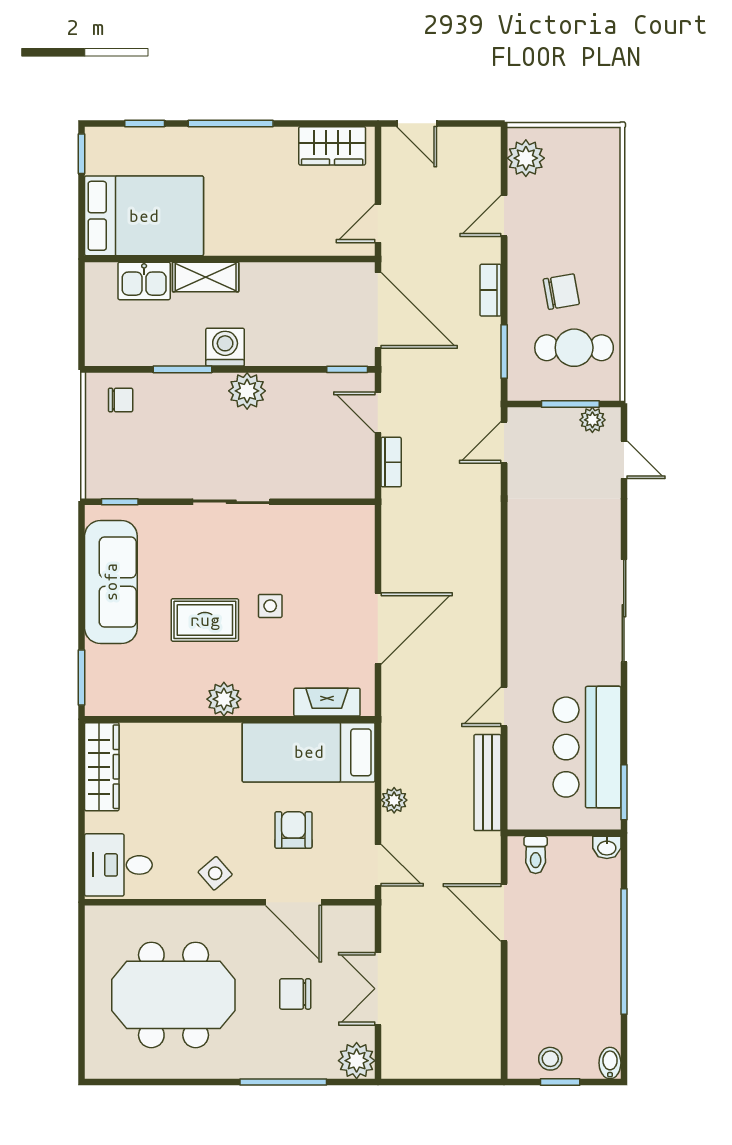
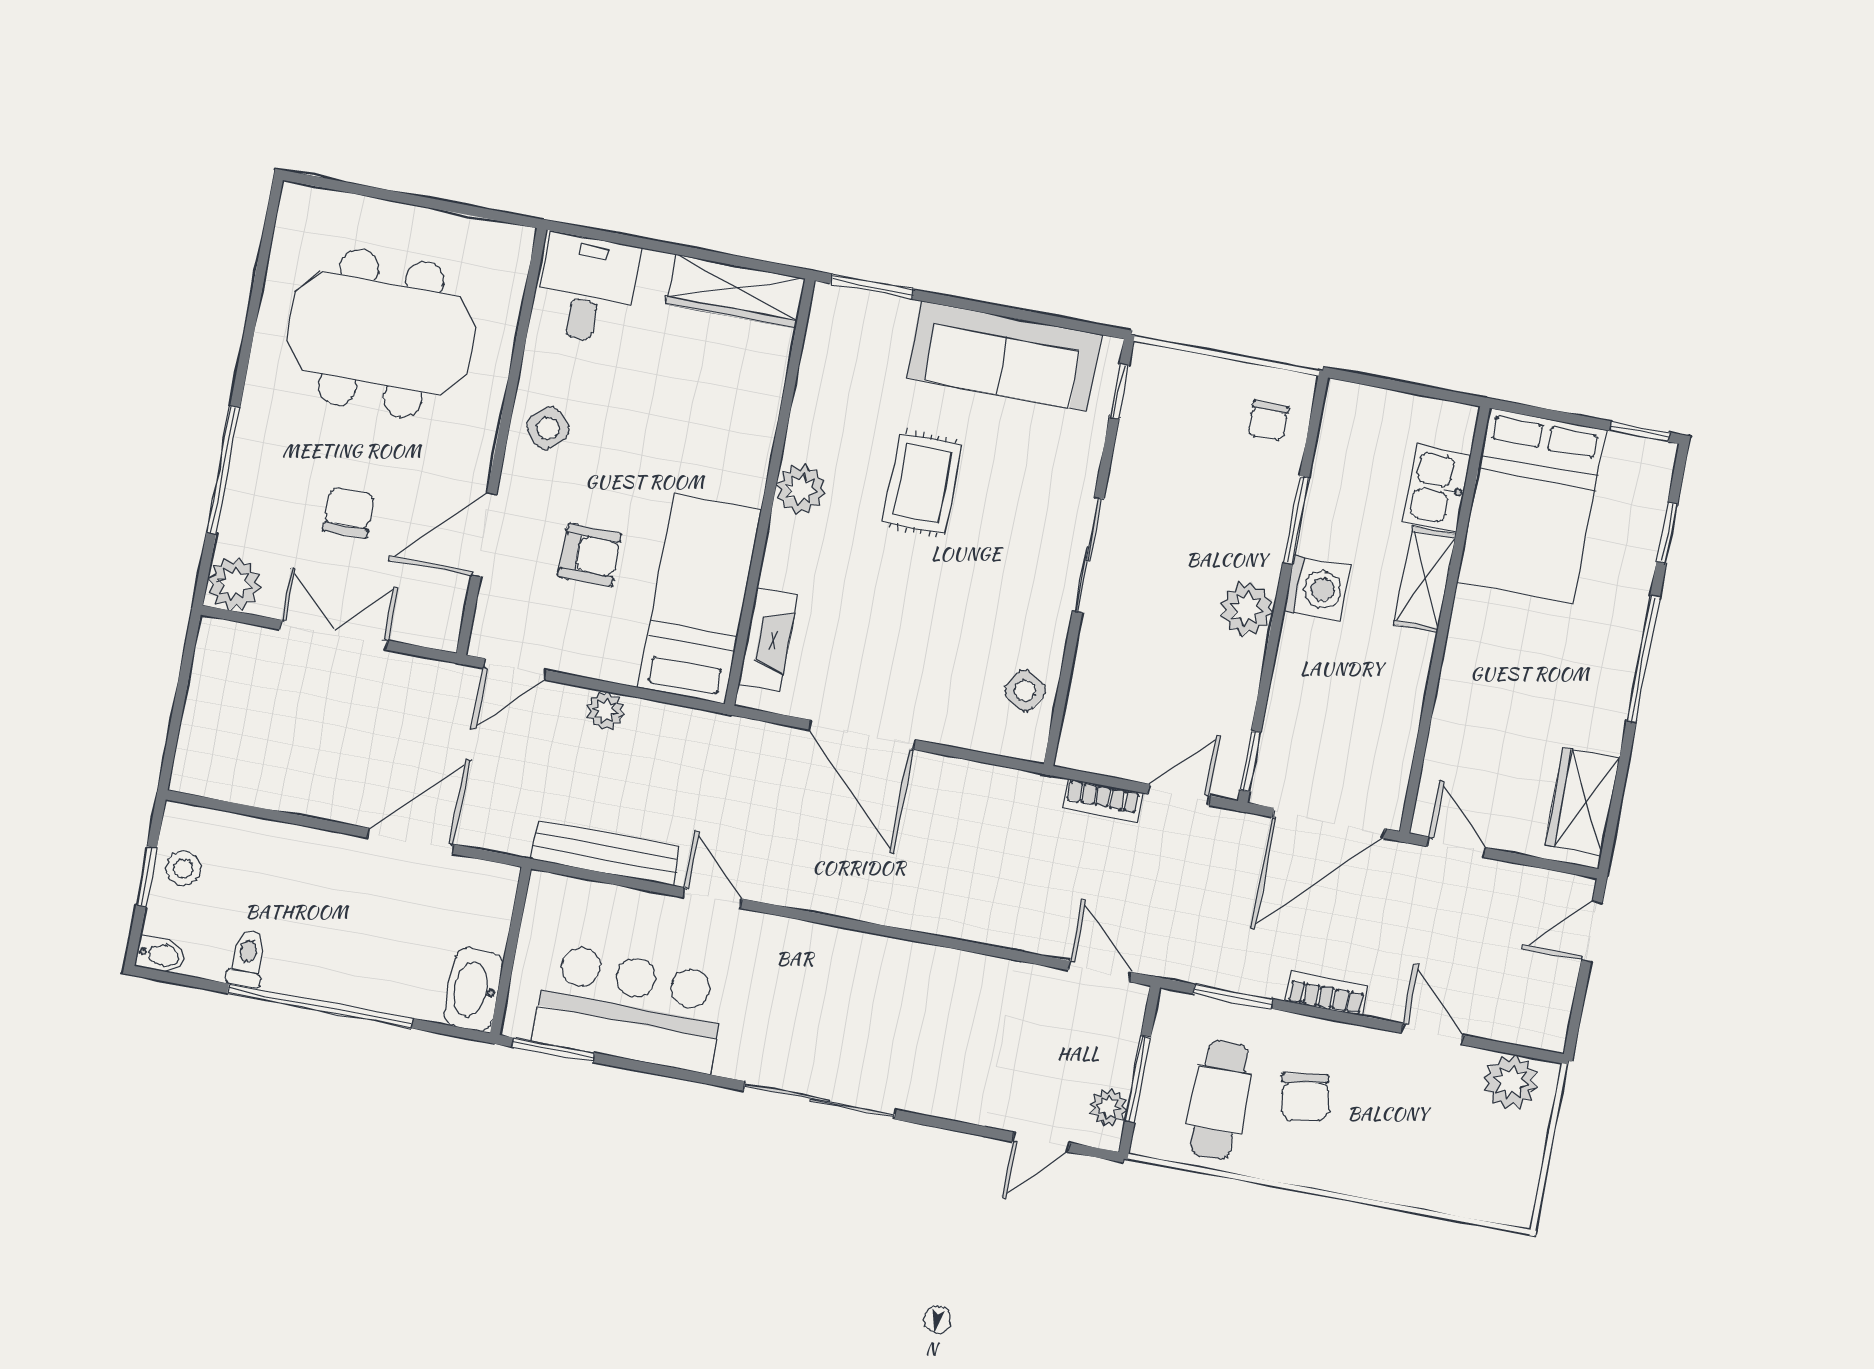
side table: (270, 606) -> (1025, 690), moved, turned 31
washbasin: (607, 847) -> (474, 989), width x1.91, depth x1.45
toilet: (536, 855) -> (247, 959), moved, turned 90
meeting table: (173, 995) -> (381, 333), turned 90

